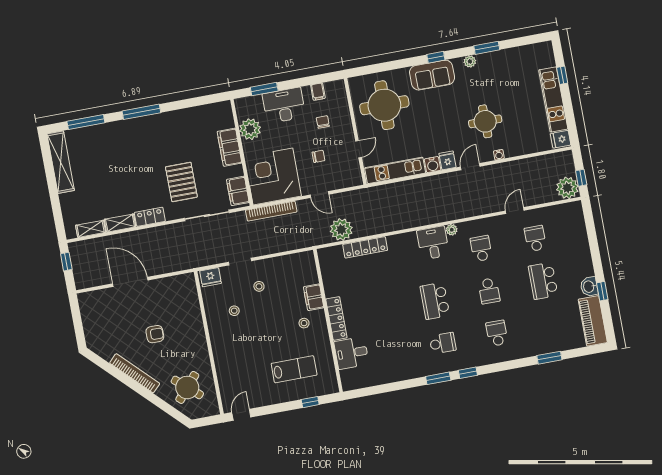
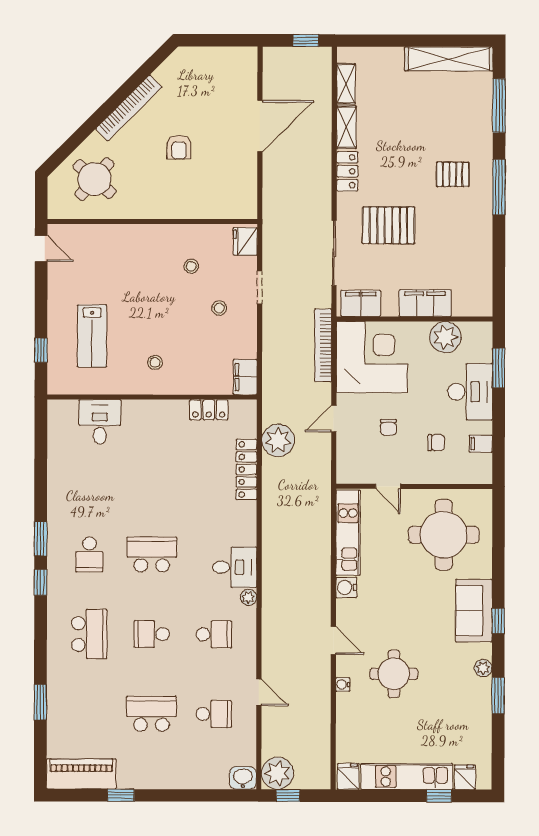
pallet: (139, 145) -> (453, 174), added
fridge: (447, 160) -> (465, 777), moved, turned -90
washbasin: (589, 287) -> (243, 778), moved
filing cabinet: (314, 297) -> (245, 377), moved, turned -90
locker: (336, 318) -> (209, 410), moved, width x0.66
school desk: (497, 333) -> (89, 634), width x1.85

